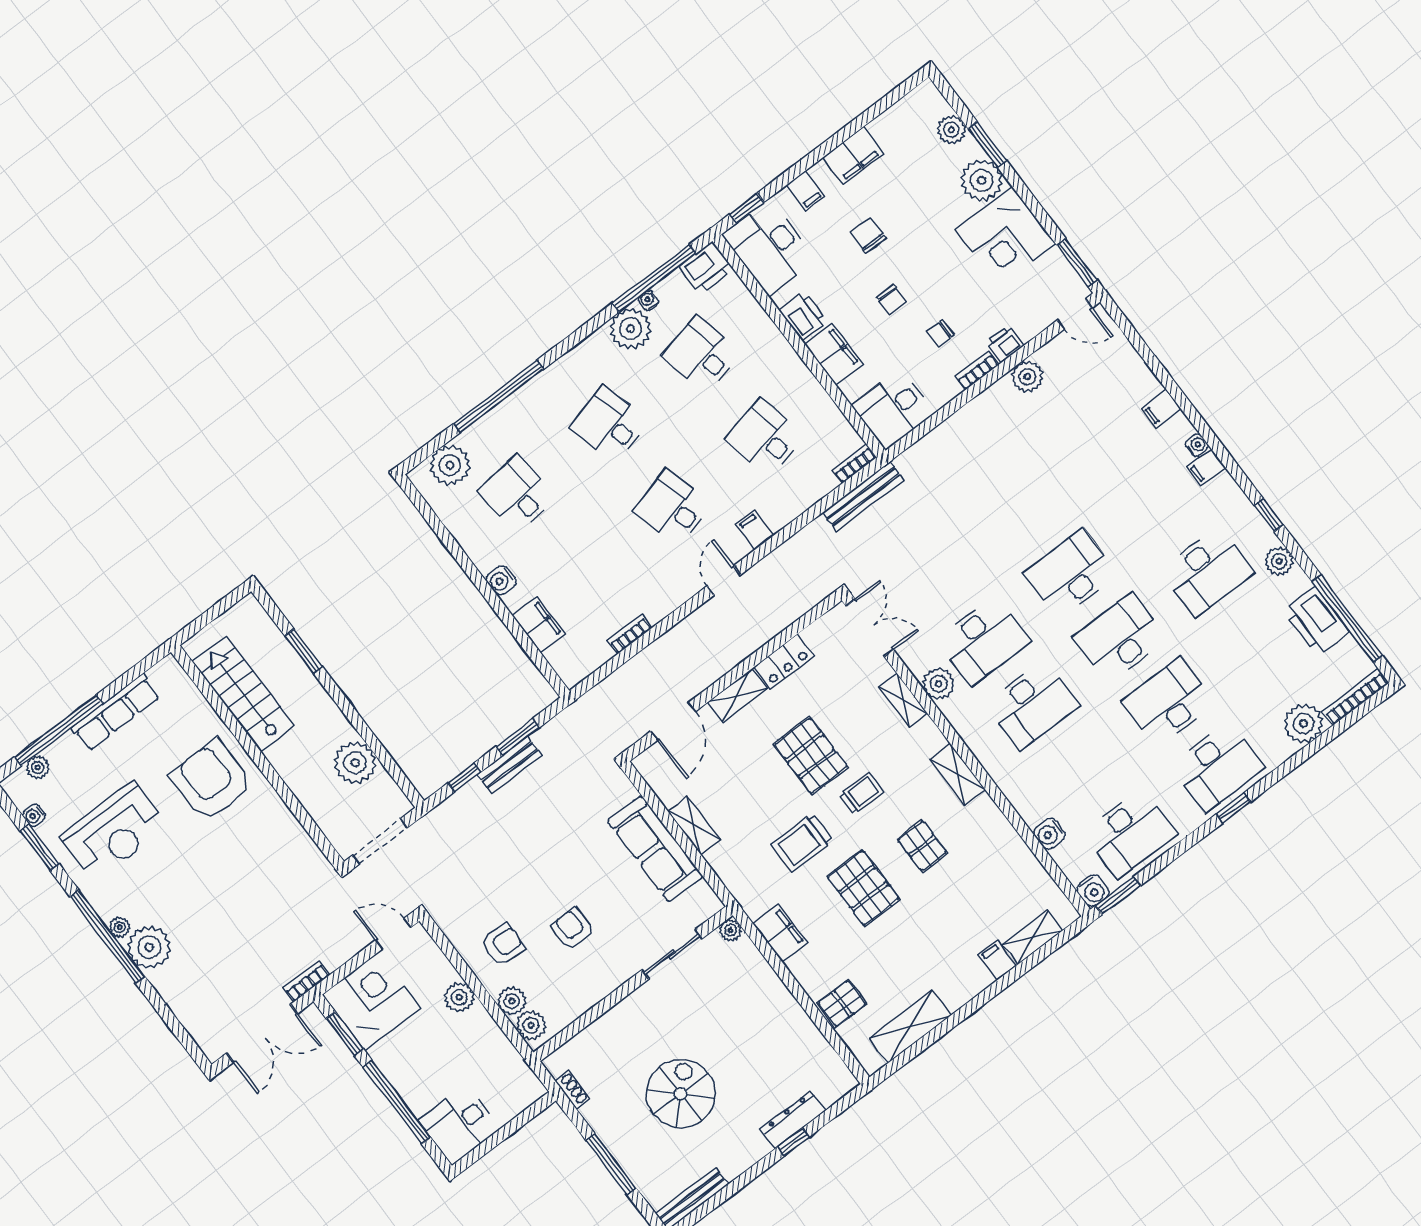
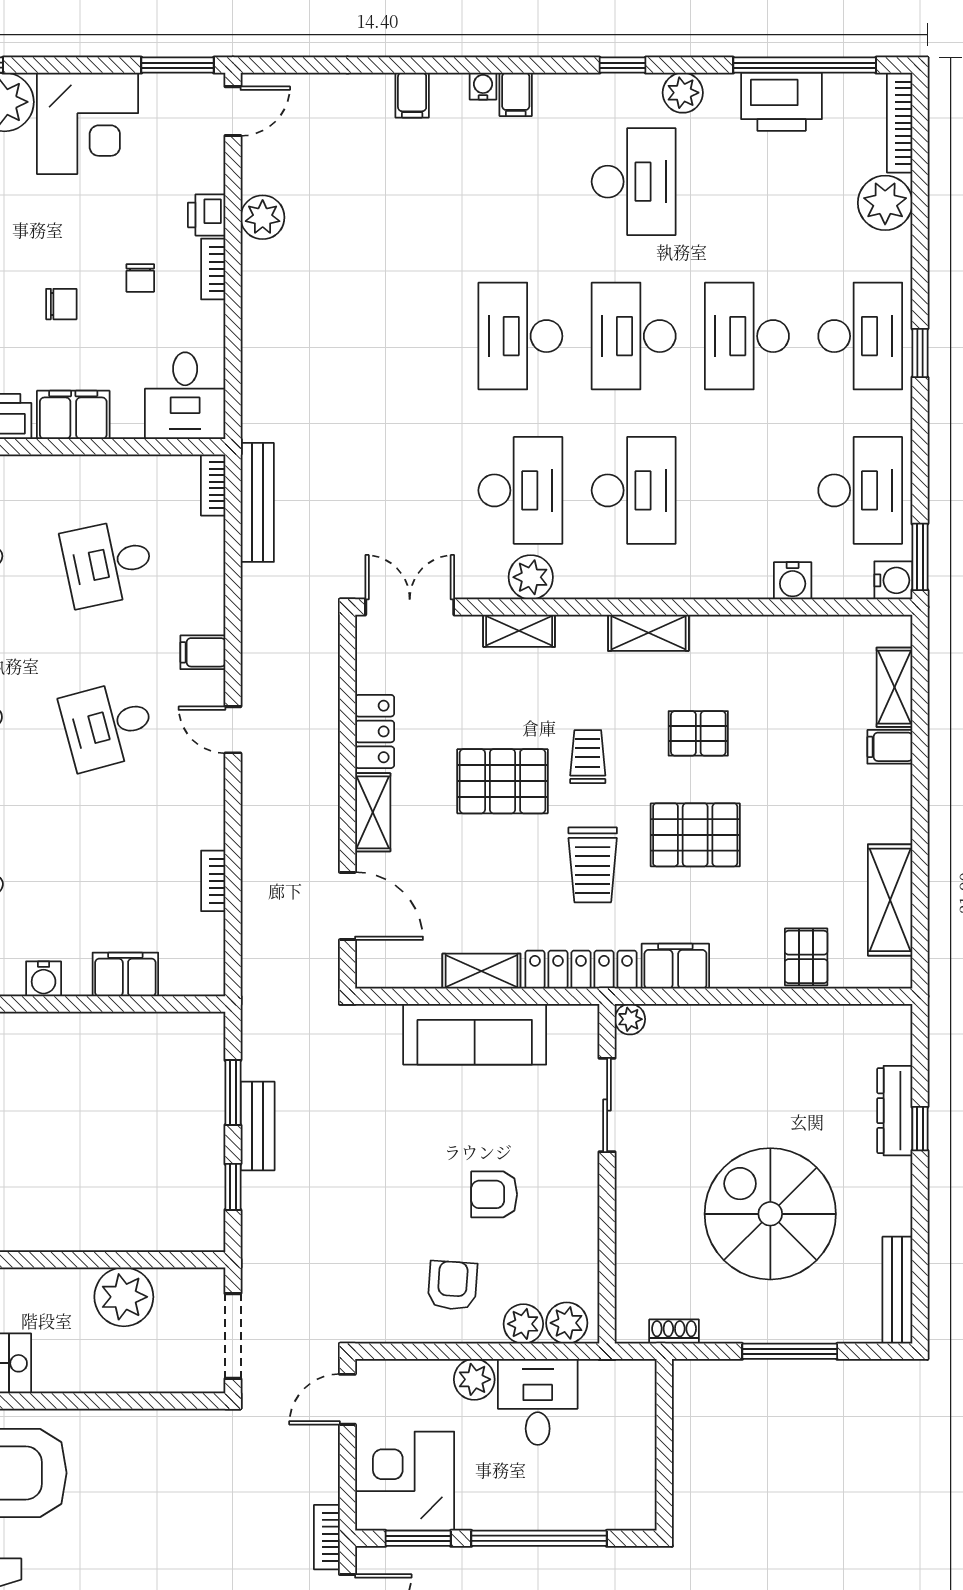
locker: (738, 881) -> (581, 970), added
spiral stairs: (681, 1094) -> (770, 1214), width x1.37, depth x1.37
desk: (459, 1125) -> (538, 1402), moved, turned 180

